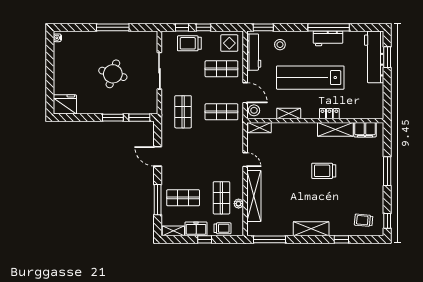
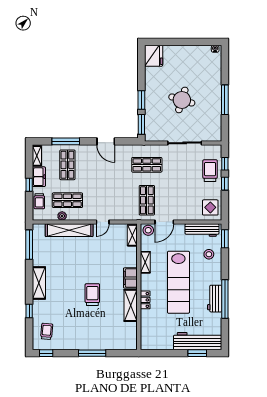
shop shelf: (221, 69) -> (187, 200), removed
lab bench: (310, 78) -> (178, 282), turned 180
filing cabinet: (365, 130) -> (130, 278), moved
door: (158, 156) -> (106, 141), swing flipped

